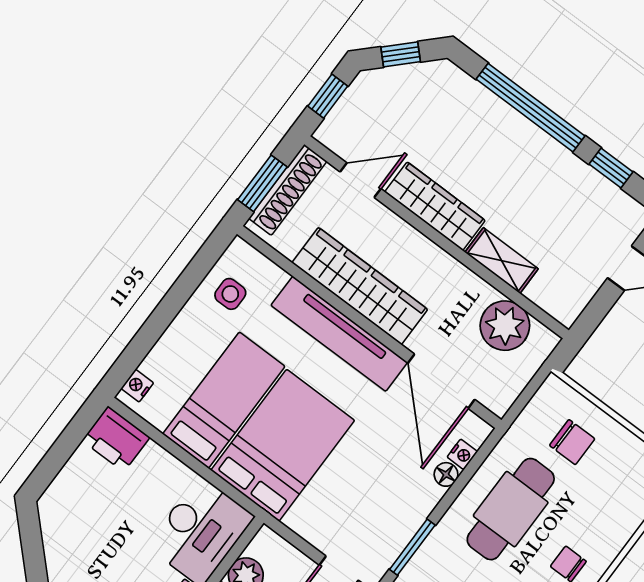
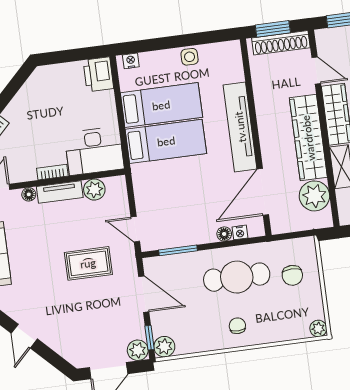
wardrobe: (360, 286) -> (308, 138), moved, turned 180
side table: (230, 294) -> (190, 57), moved
bed: (283, 445) -> (166, 141), width x0.67

